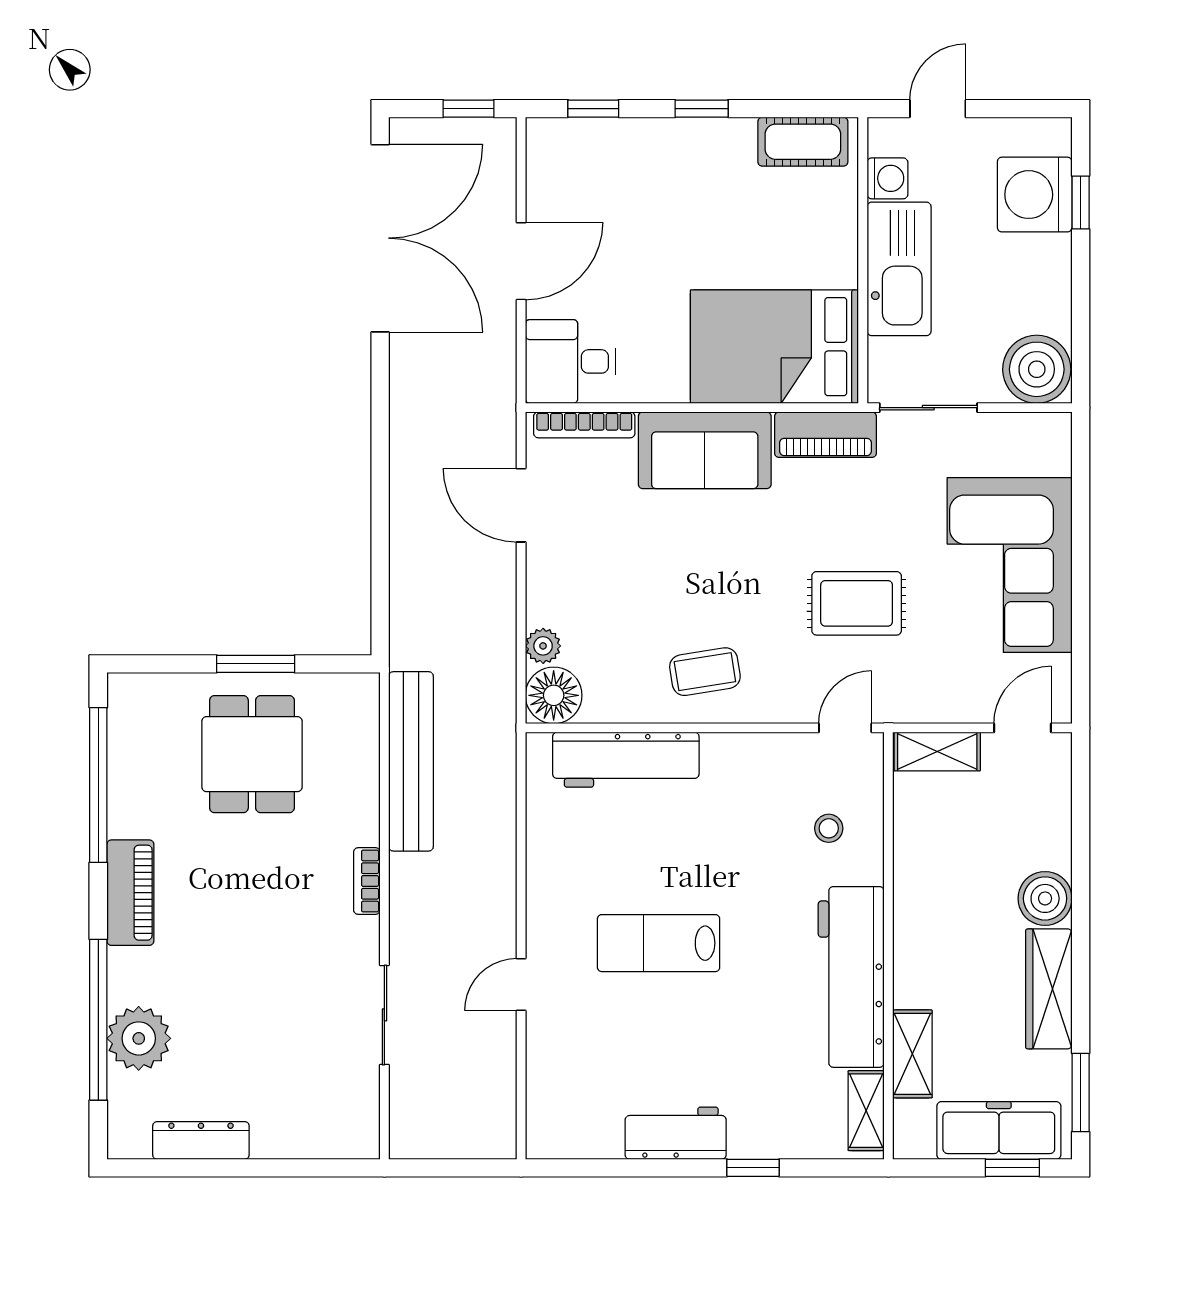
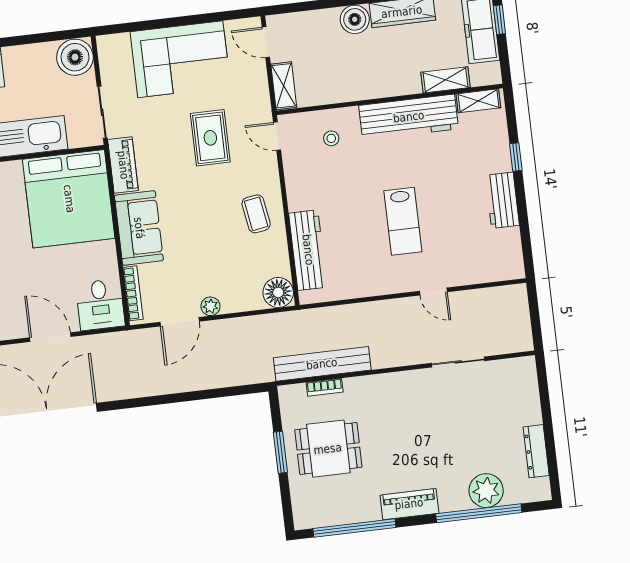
bed: (774, 347) -> (69, 199), width x1.36
plant: (543, 646) -> (210, 306), moved
bookcase: (367, 881) -> (325, 387), moved

